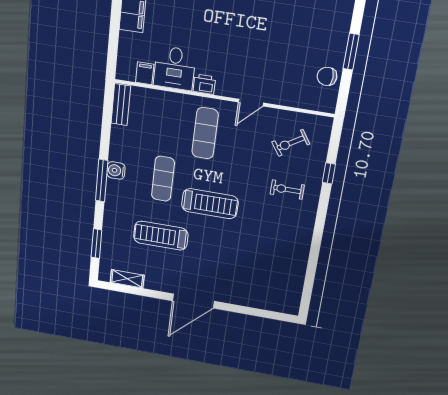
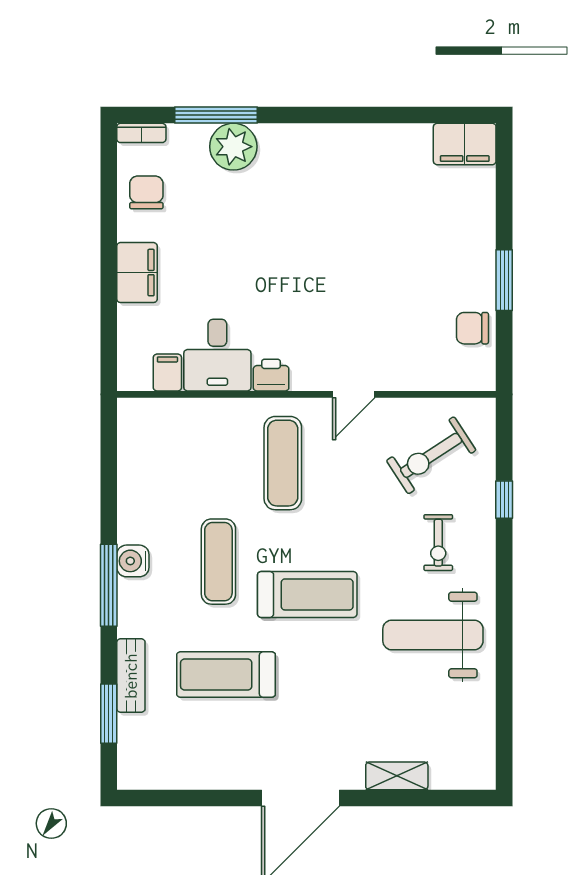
bench: (121, 105) -> (131, 676), moved
exercise bike: (291, 143) -> (431, 455), width x1.38, depth x1.39
exercise bike: (287, 190) -> (438, 543), turned -90
weight bench: (277, 236) -> (433, 635), added
shelving: (127, 279) -> (397, 776), moved

